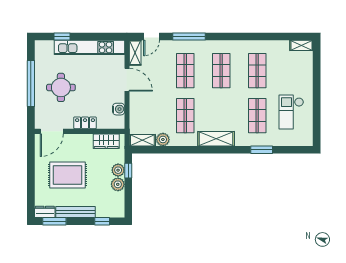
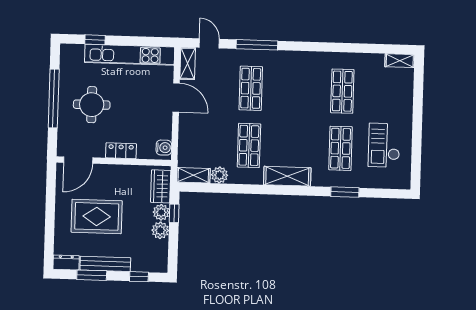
door: (152, 36) -> (209, 43), swing flipped
shop shelf: (221, 71) -> (297, 90), removed
water cooler: (119, 109) -> (164, 148), moved
wardrobe: (106, 141) -> (161, 186), moved, turned 90
window: (54, 221) -> (92, 275), moved

